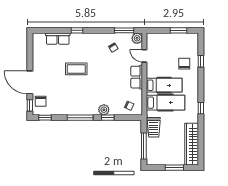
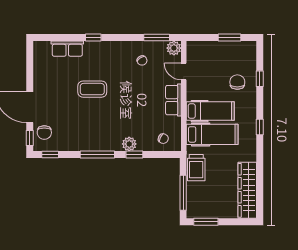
window: (201, 108) -> (260, 127), moved
window: (174, 168) -> (206, 222), moved

